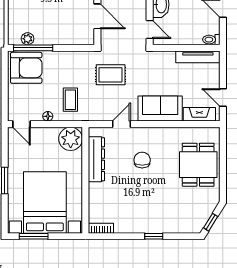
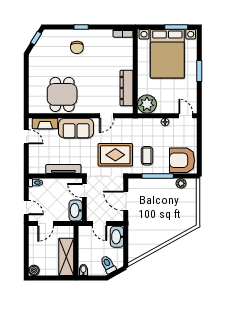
window: (33, 48) -> (158, 176), moved
tv unit: (198, 57) -> (63, 169), moved
rug: (111, 75) -> (115, 155), width x1.36, depth x1.43
coffee table: (70, 100) -> (147, 156), moved
chair: (142, 160) -> (77, 47), moved
dining table: (198, 165) -> (62, 94), moved

